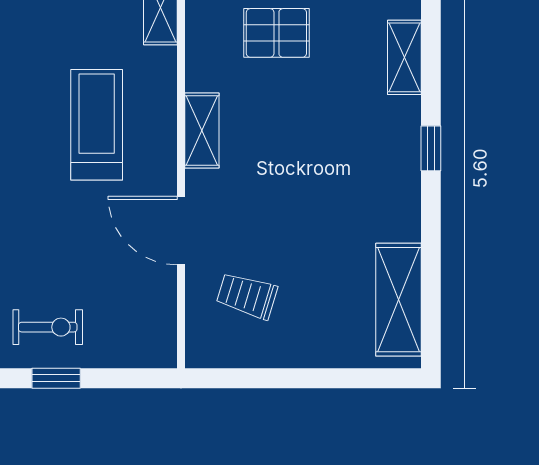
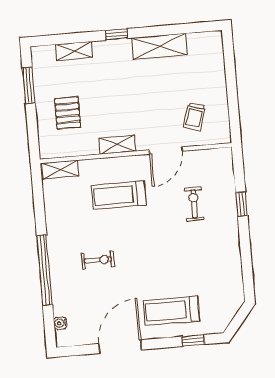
shelving: (398, 300) -> (159, 46), moved
exercise bike: (48, 327) -> (194, 204), moved

